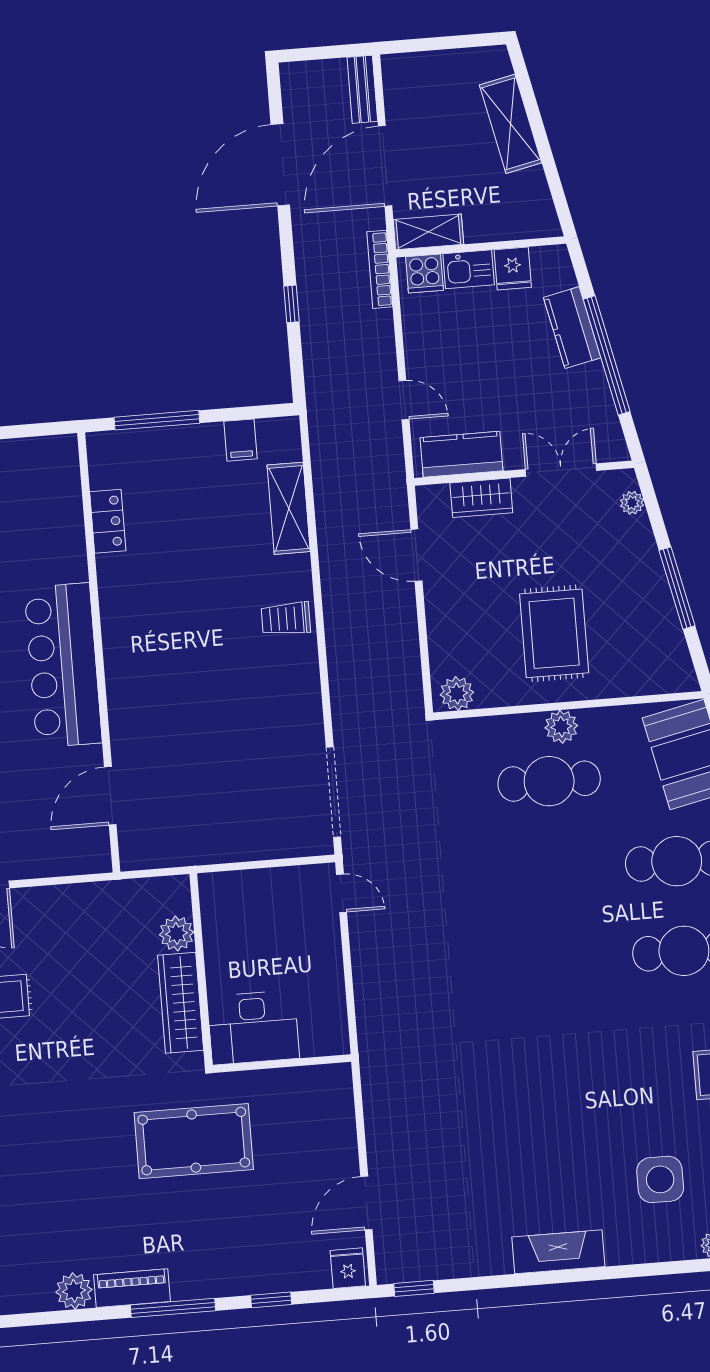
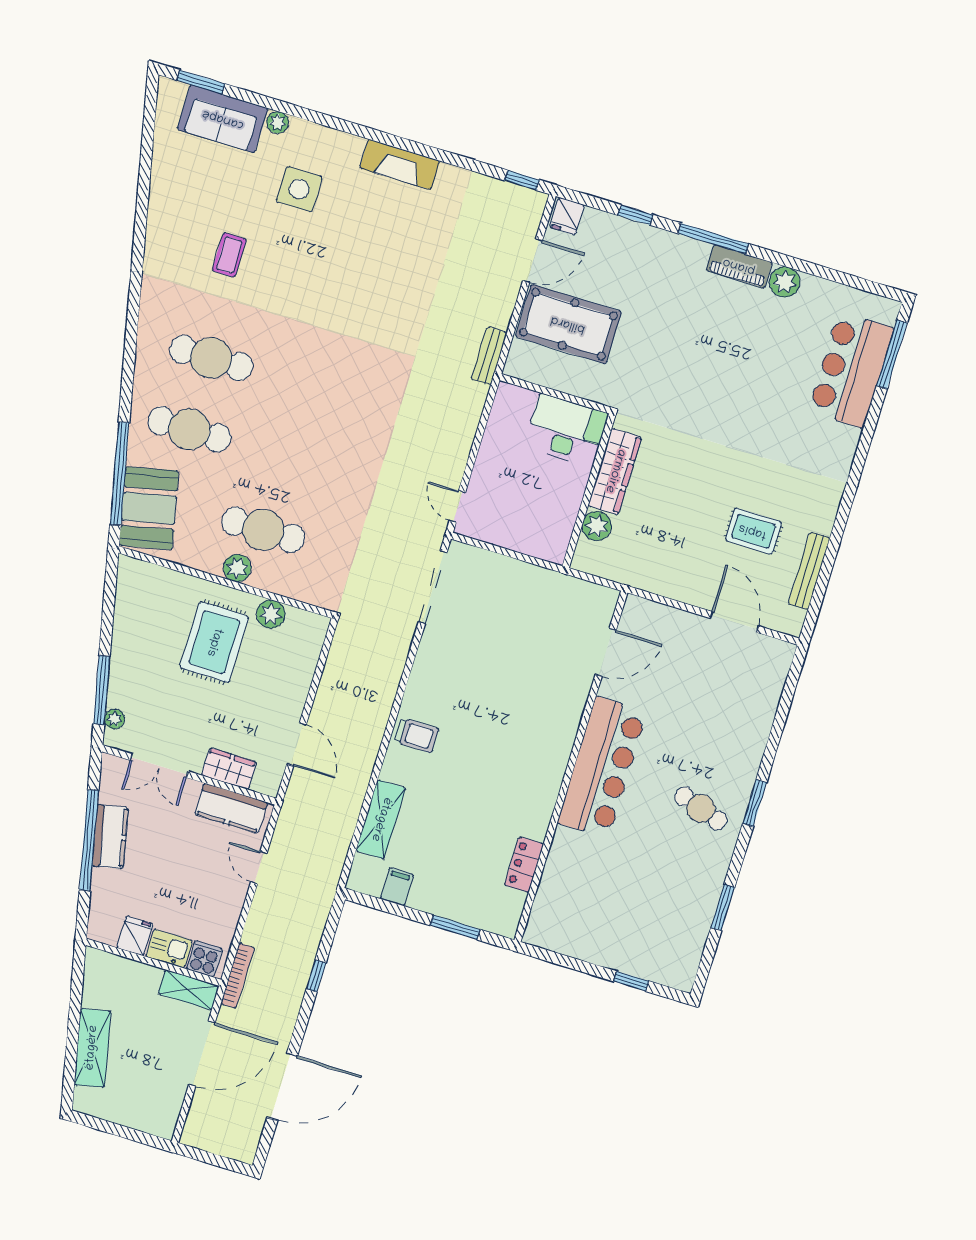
bench: (362, 89) -> (489, 356), moved
kitchen counter: (572, 328) -> (110, 837), moved
window: (157, 420) -> (455, 927), width x0.69
window: (677, 588) -> (102, 690), moved
plant: (457, 694) -> (271, 614), moved
pool table: (194, 1141) -> (568, 324), moved

